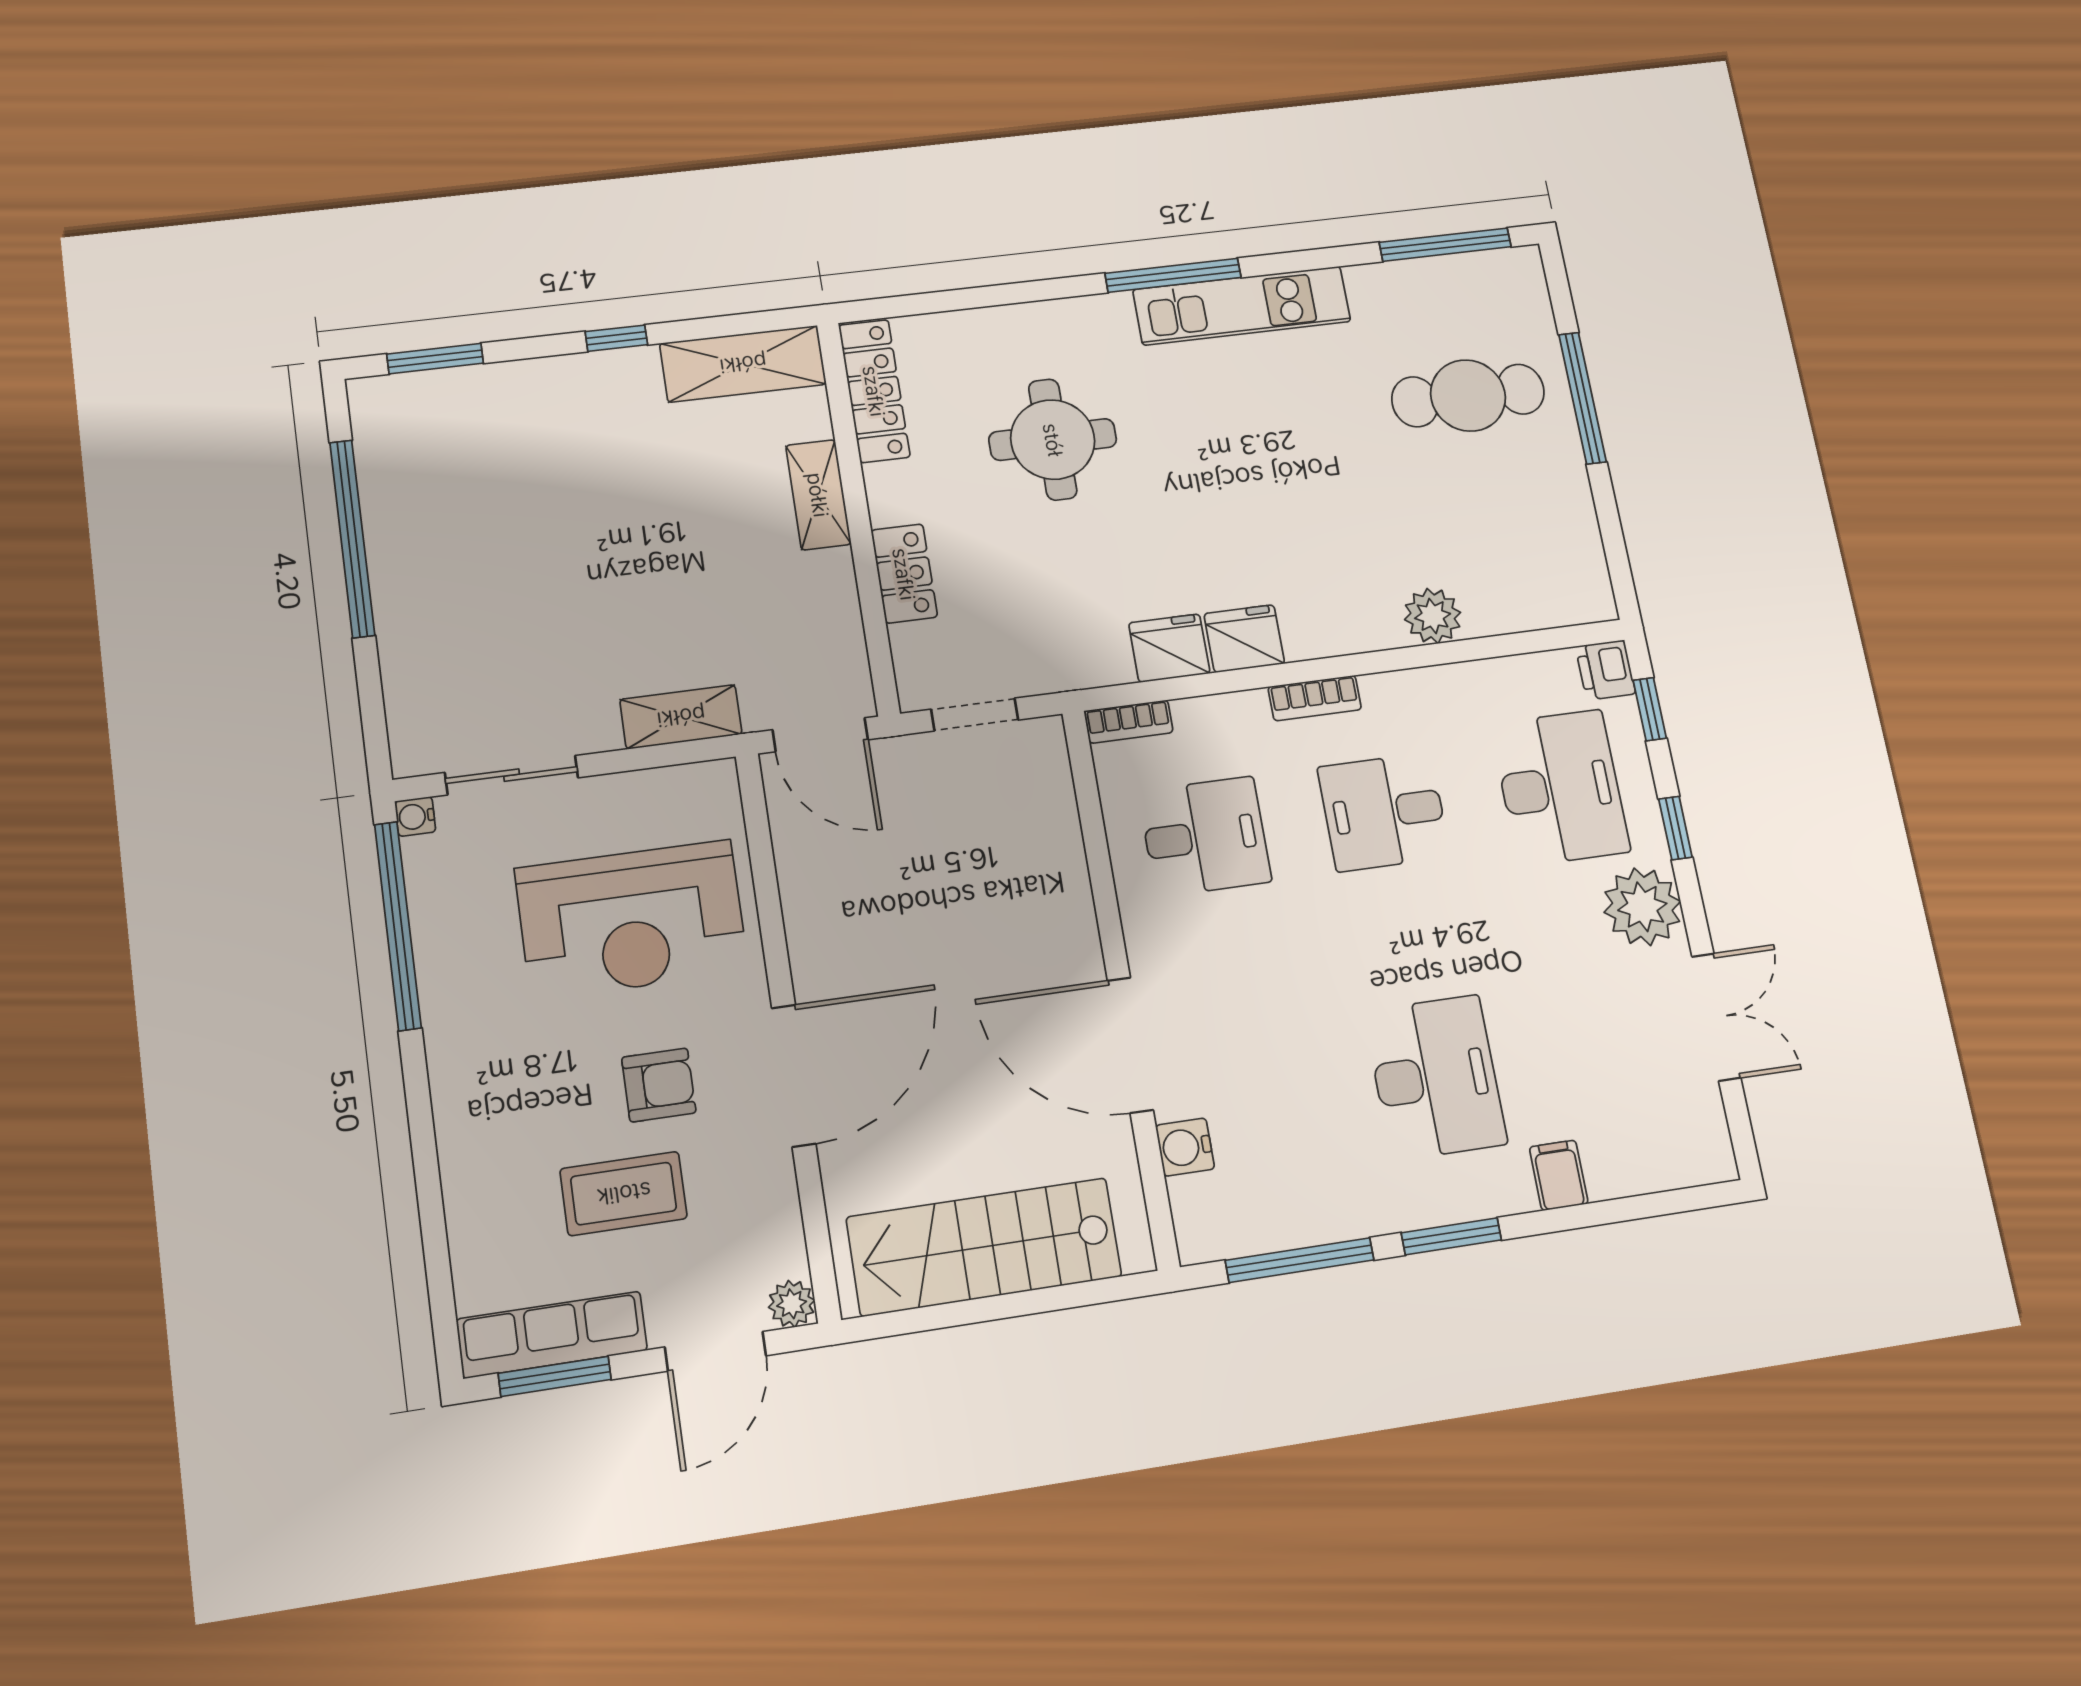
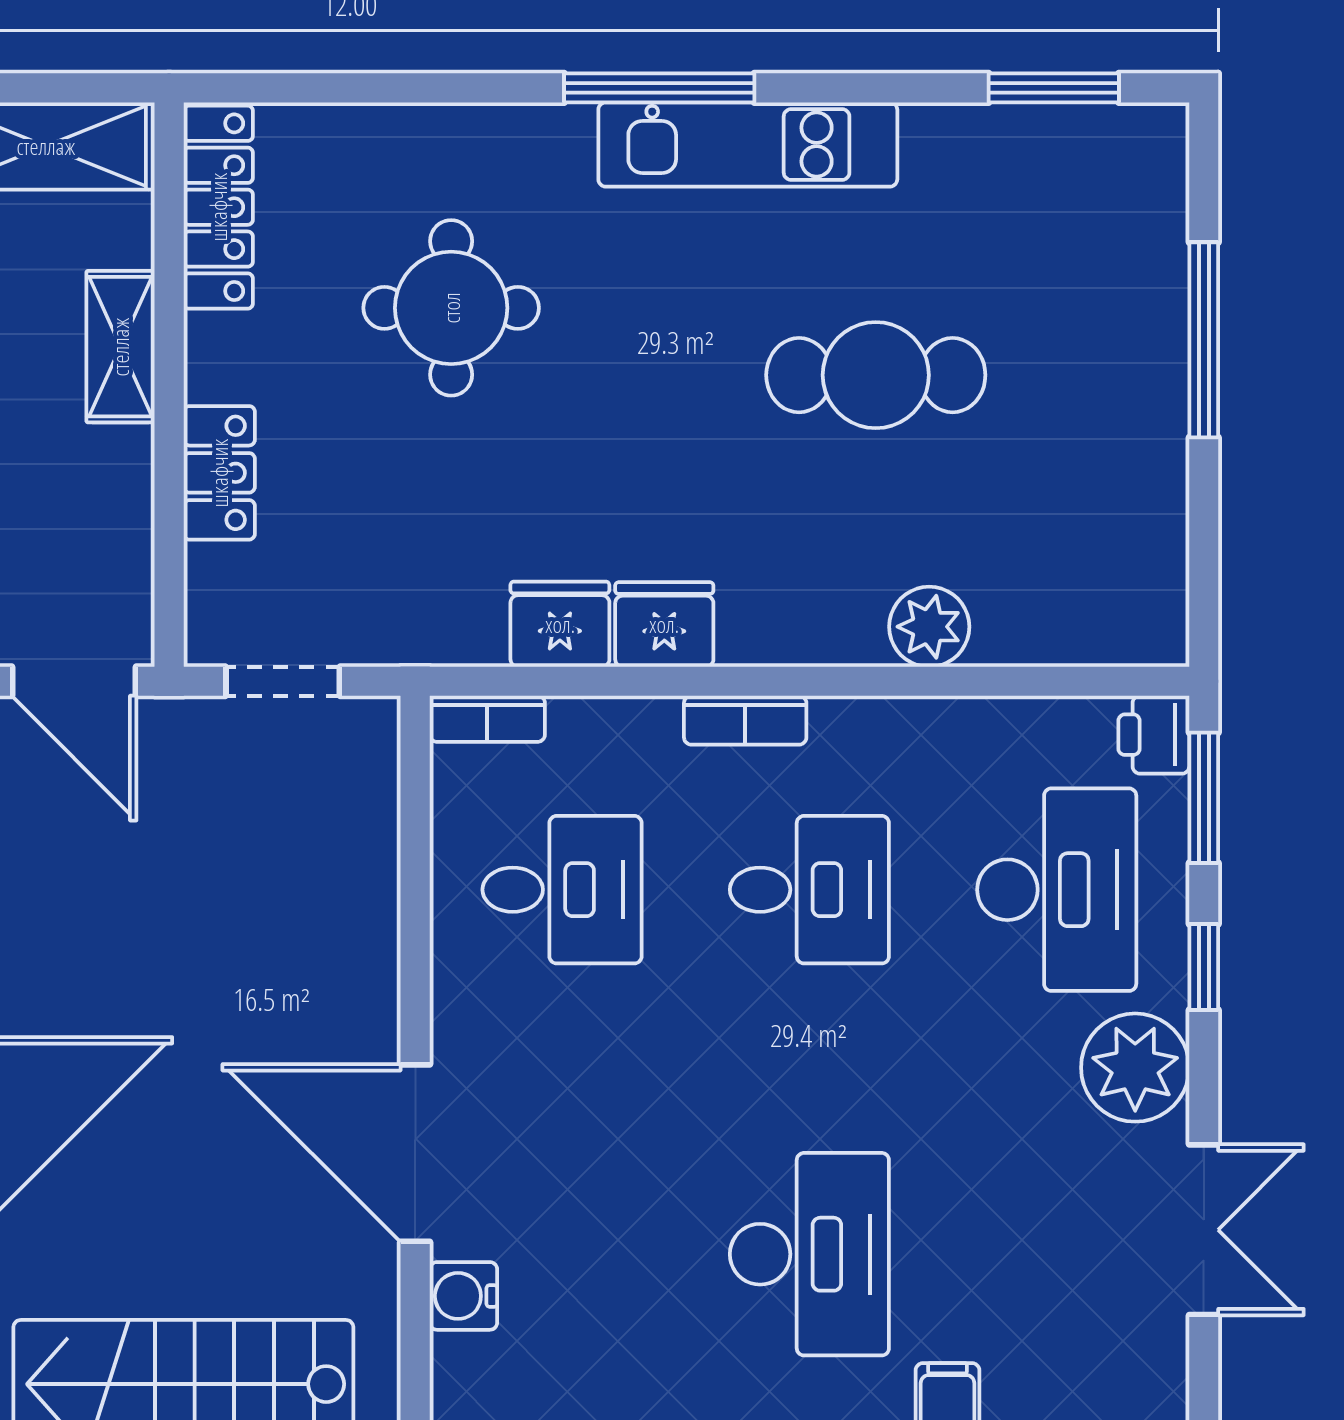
window: (1445, 245) -> (1054, 88), width x0.69
cafe table: (1468, 396) -> (876, 375), moved
window: (1650, 709) -> (1204, 798), width x1.50
desk: (1384, 812) -> (809, 890), turned 180

